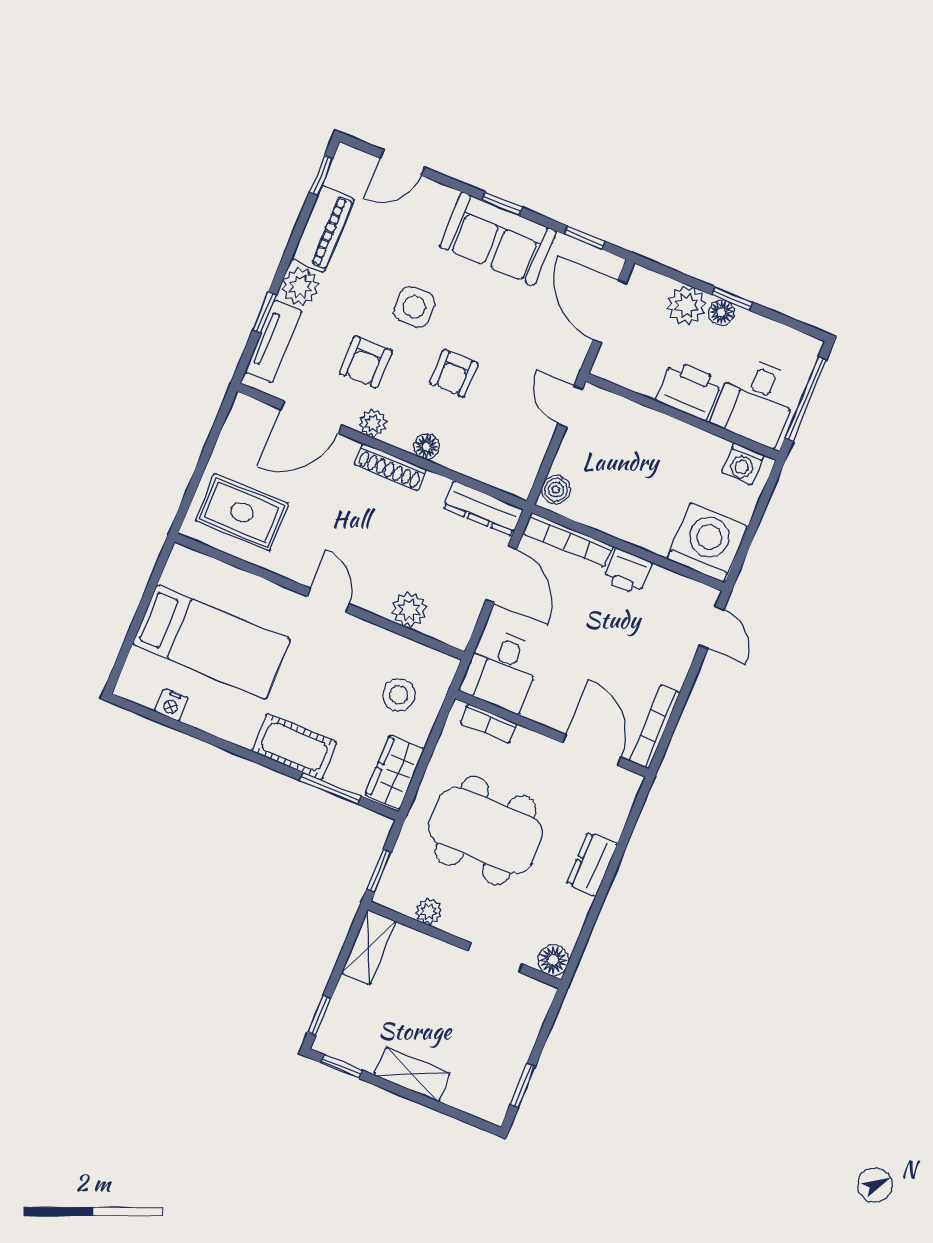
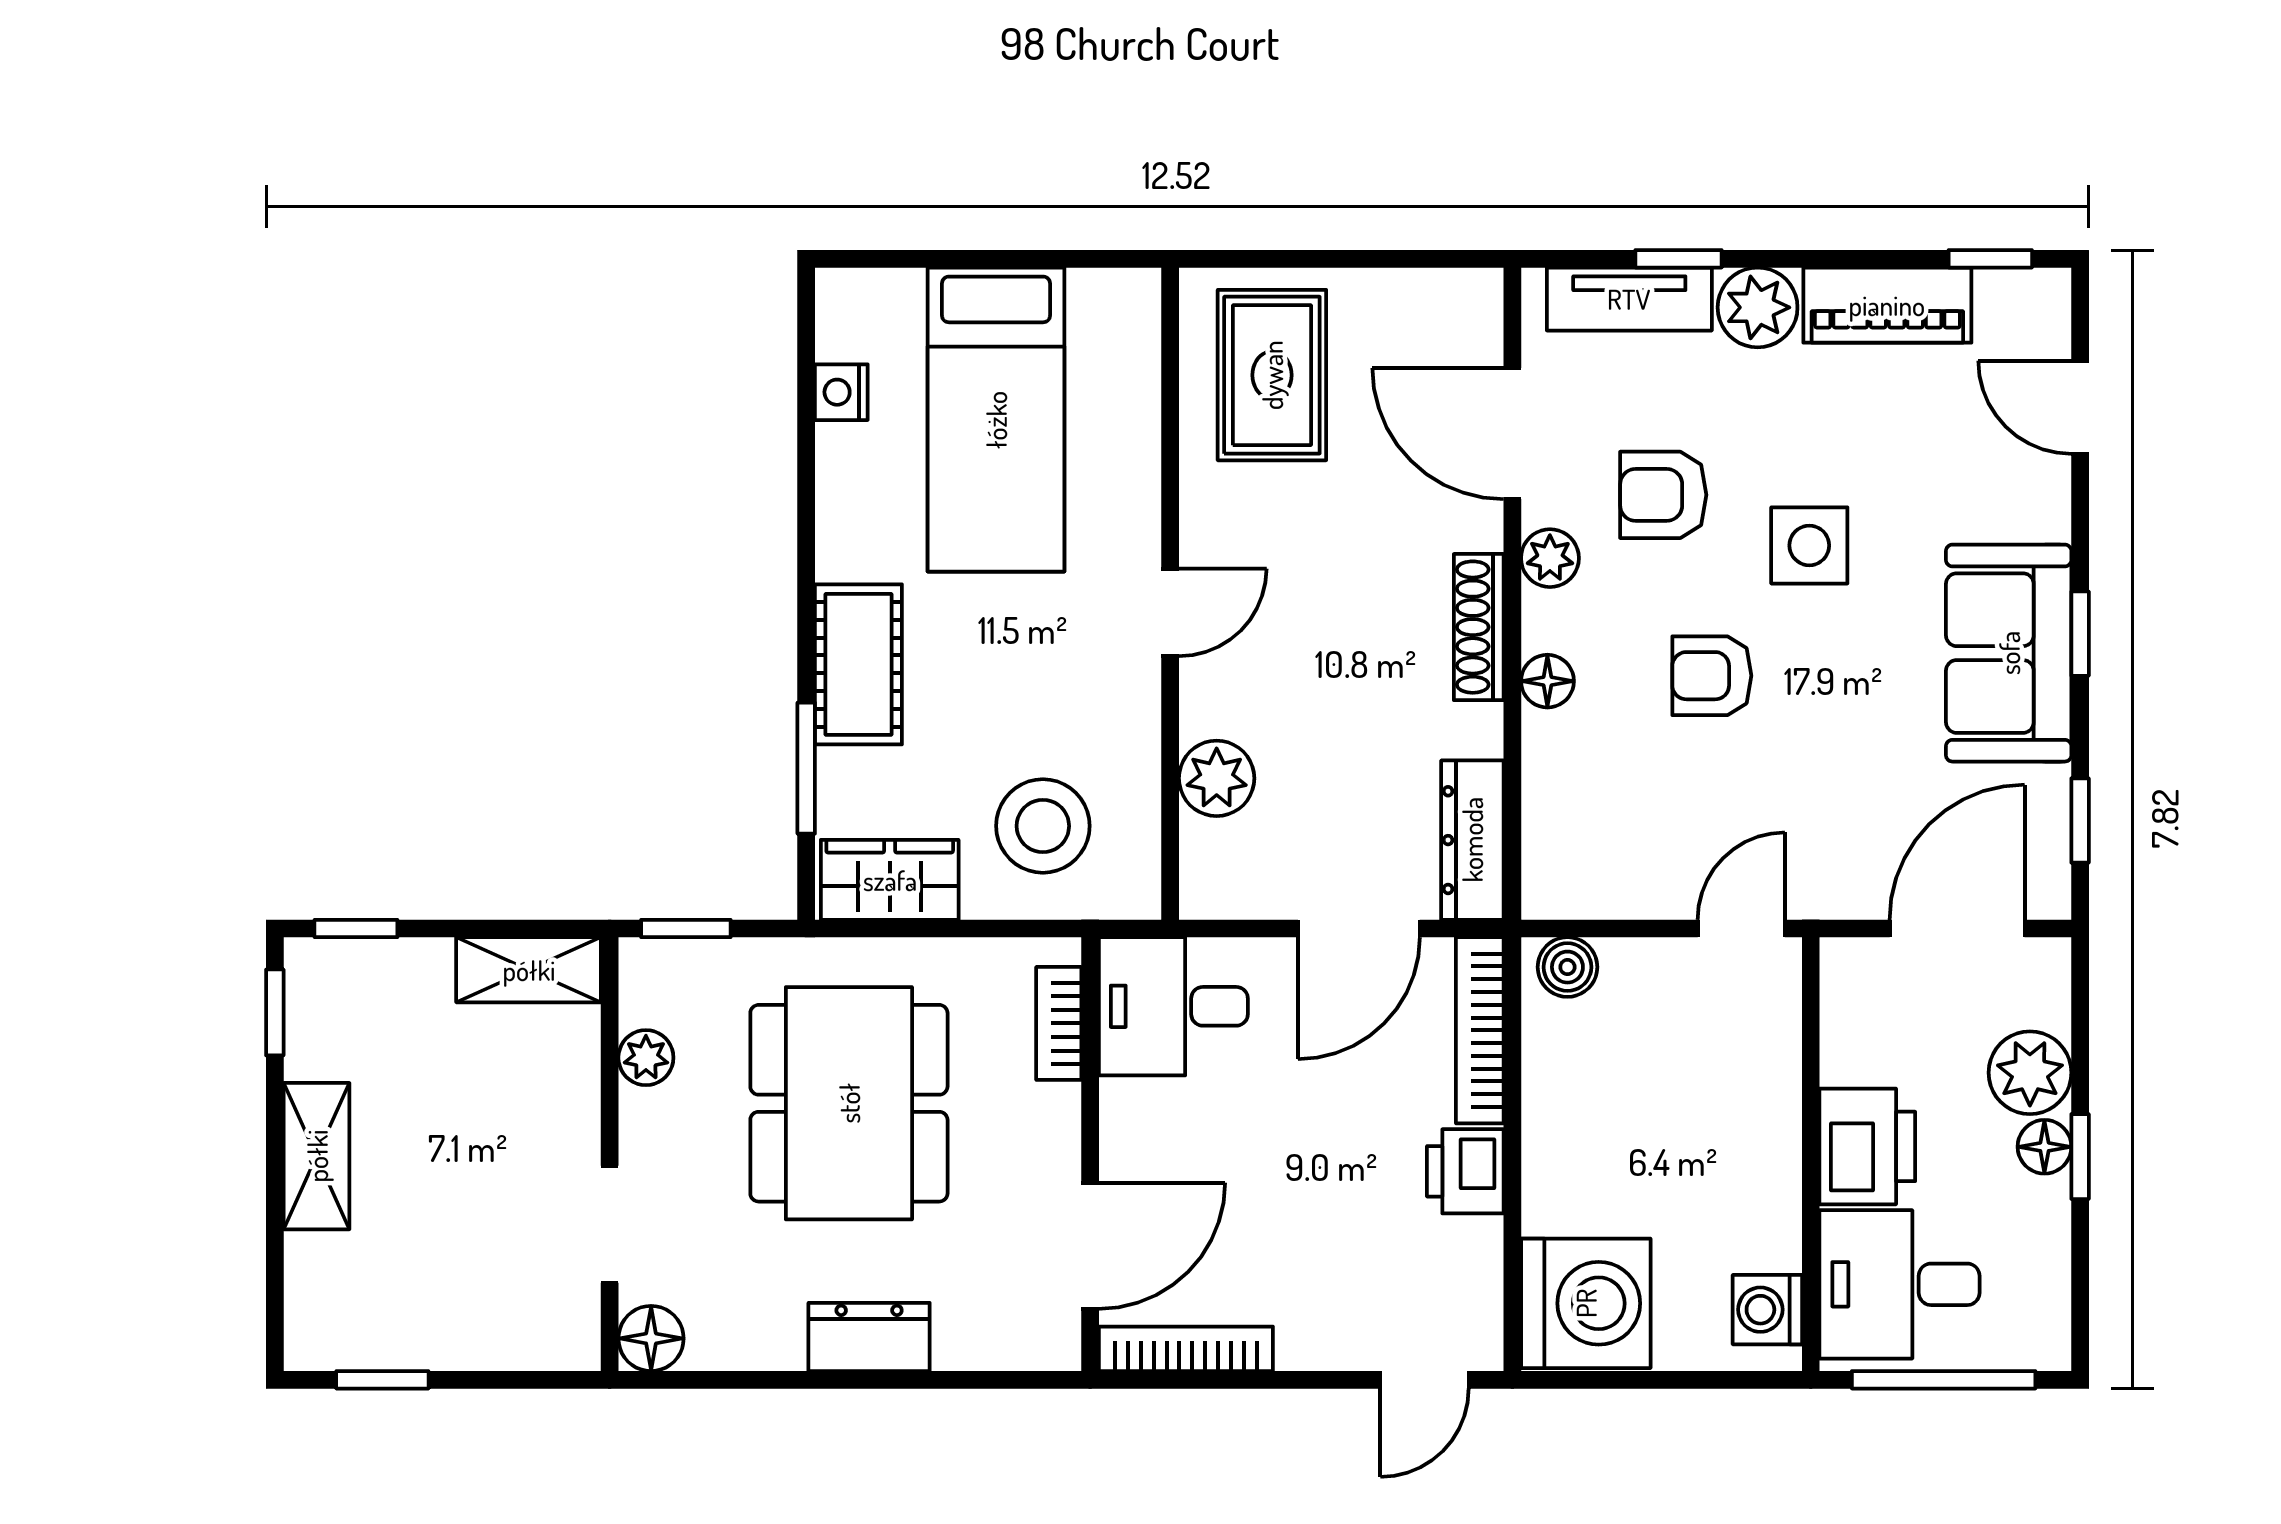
stool: (399, 695) -> (1043, 826), width x1.38, depth x1.38

